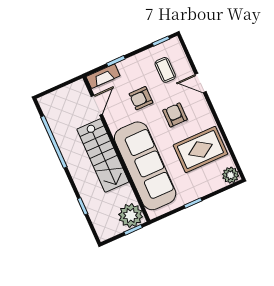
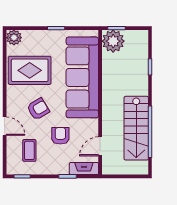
armchair: (141, 98) -> (60, 136), turned -90
armchair: (175, 115) -> (38, 109), turned -121
stairs: (103, 155) -> (136, 128), moved, turned 180

